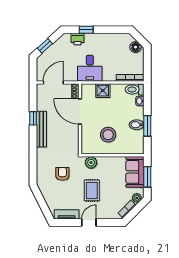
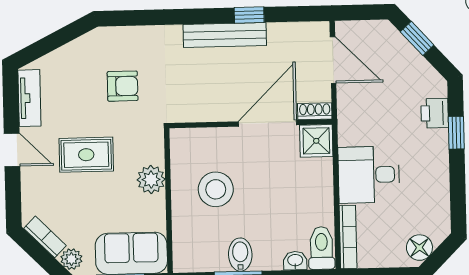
desk: (90, 68) -> (369, 175), moved
shower: (103, 91) -> (316, 141), moved
plant: (91, 163) -> (151, 180), moved

